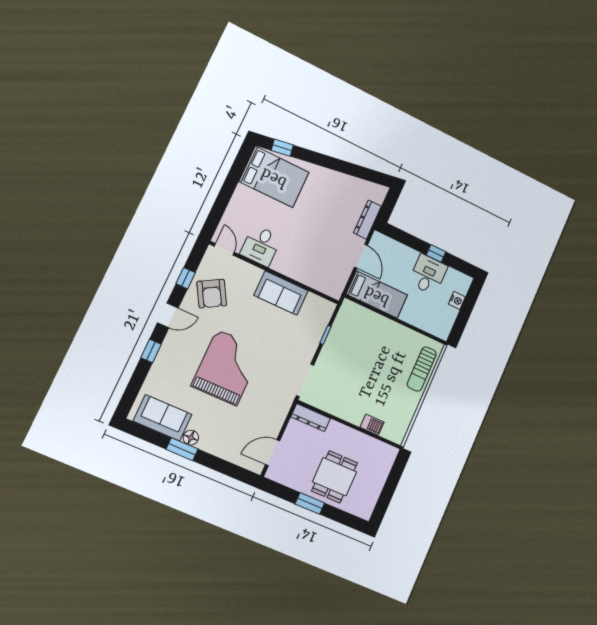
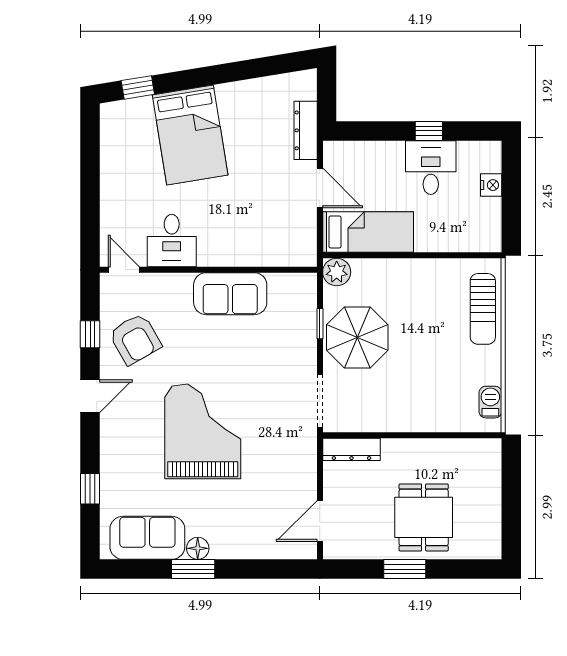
bed: (274, 177) -> (190, 135), moved, turned 81
plant: (349, 309) -> (337, 272), added
window: (151, 351) -> (90, 489), moved
parasol: (343, 353) -> (357, 337), added
barbecue: (372, 425) -> (490, 402), moved, turned -90

